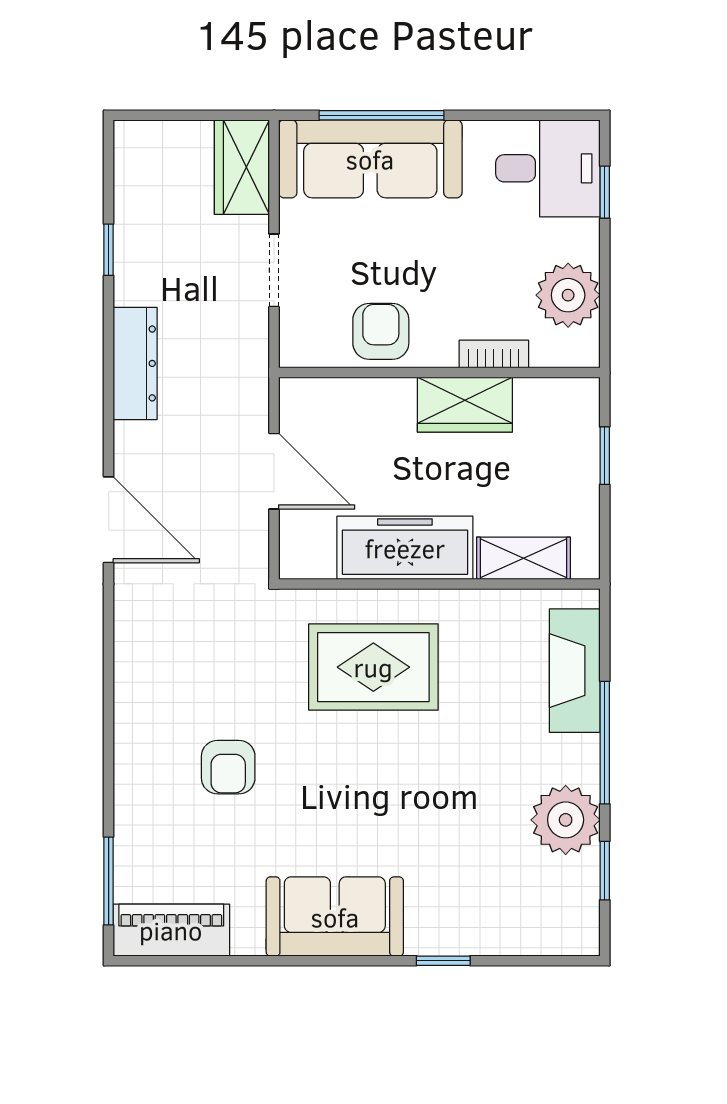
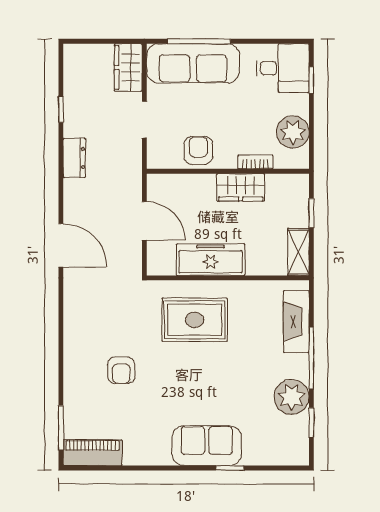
dresser: (135, 363) -> (74, 158), width x0.70
shelving: (523, 558) -> (298, 252), moved, turned 90
sofa: (335, 917) -> (207, 446), moved

